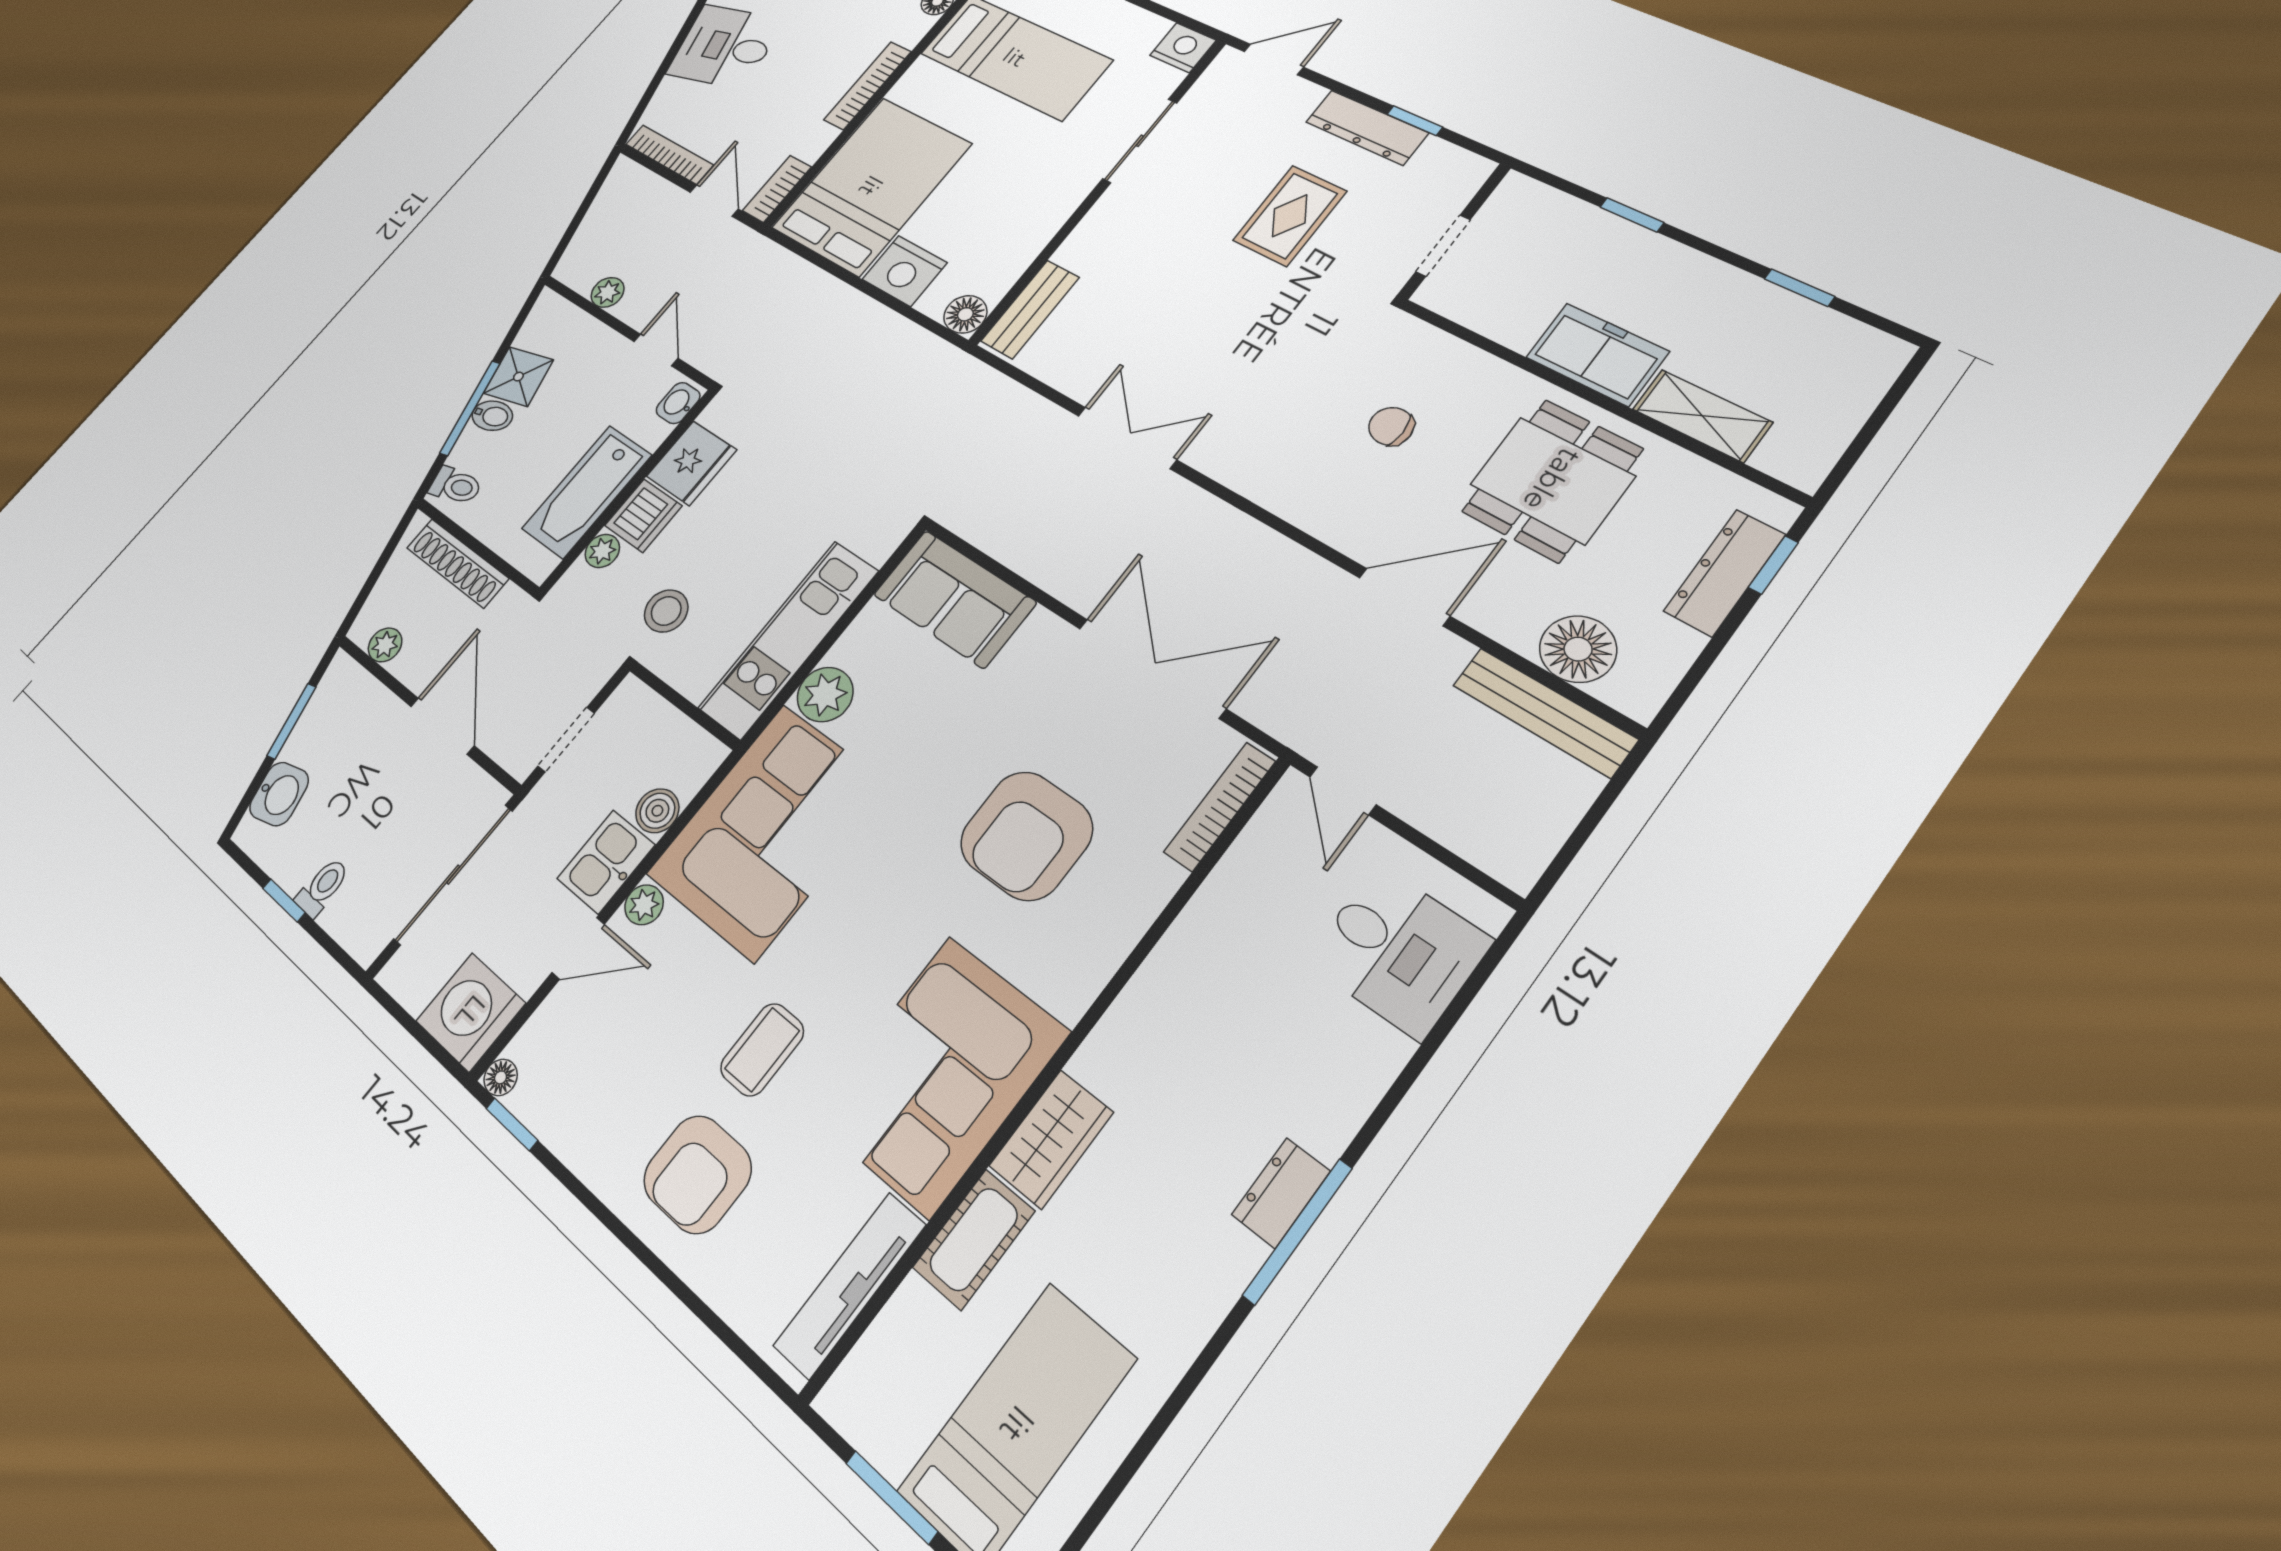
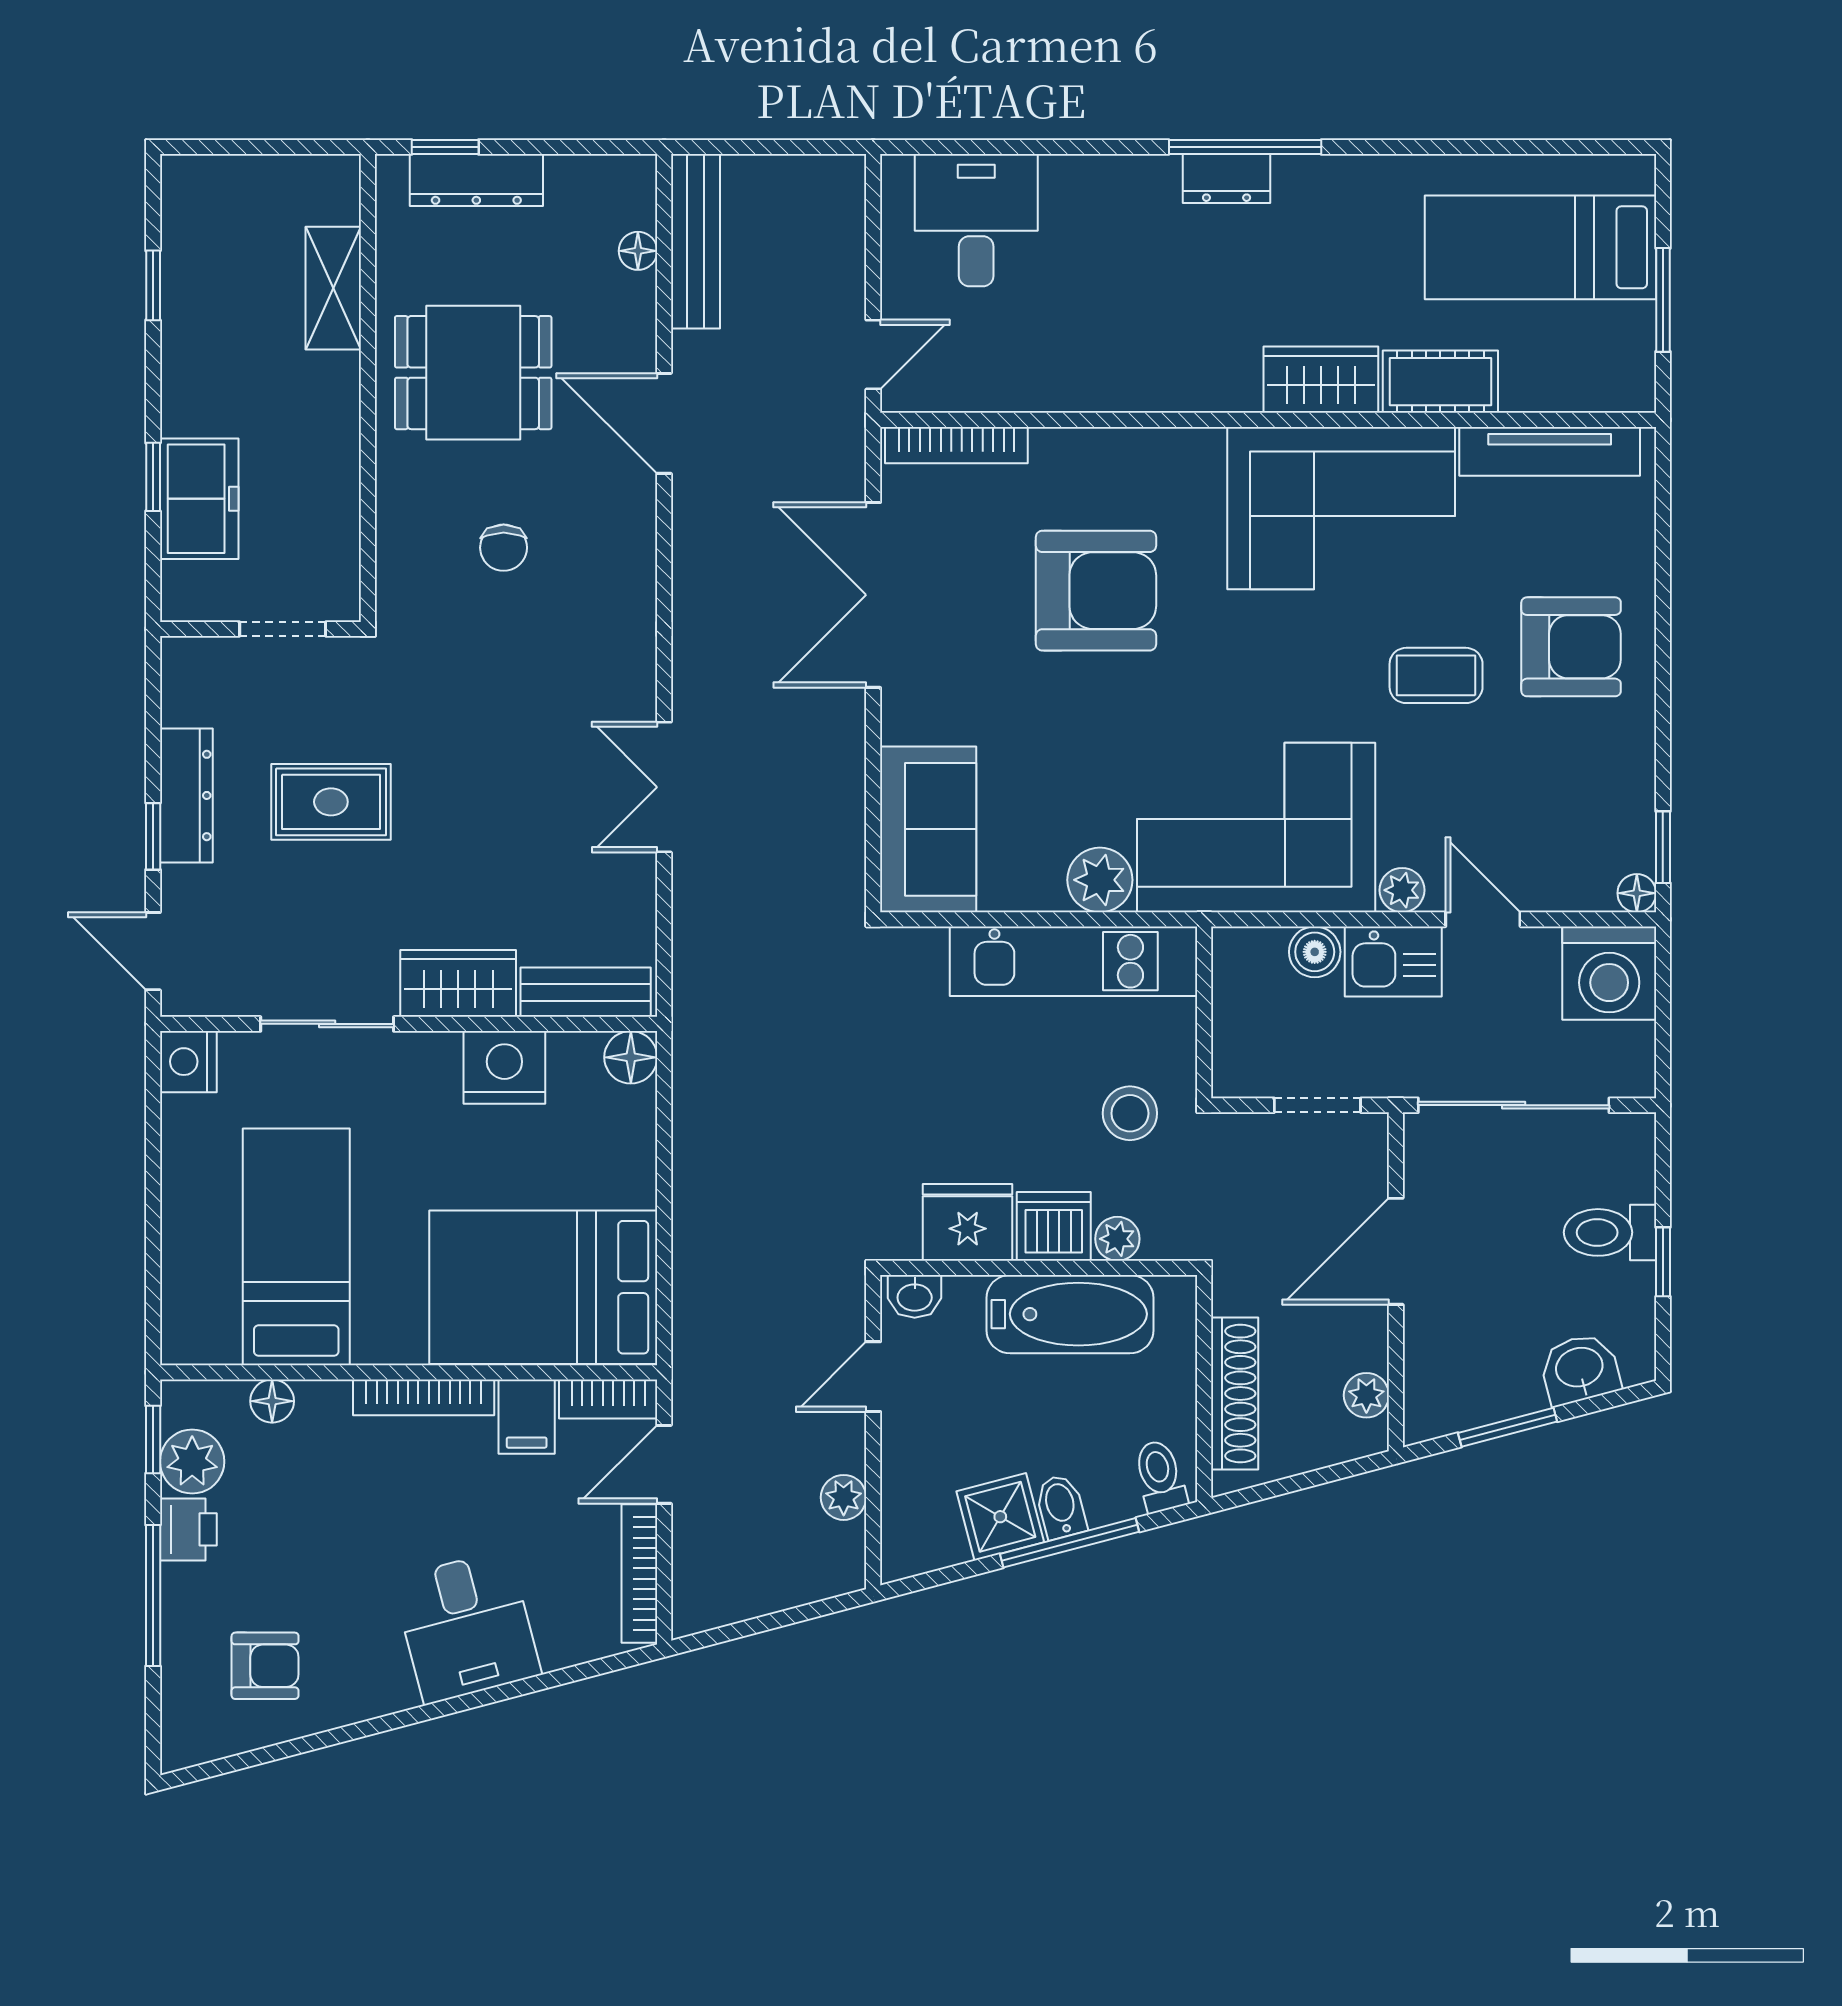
window: (1415, 121) -> (153, 836), moved
filing cabinet: (807, 138) -> (527, 1417), added
wardrobe: (1101, 233) -> (458, 983), added
nightstand: (905, 271) -> (504, 1067), moved, turned -90
freezer: (1597, 354) -> (199, 499), moved, turned 180
floor lamp: (1578, 649) -> (638, 251), width x0.53, depth x0.53
toilet: (322, 887) -> (1610, 1232), width x1.37, depth x1.39

